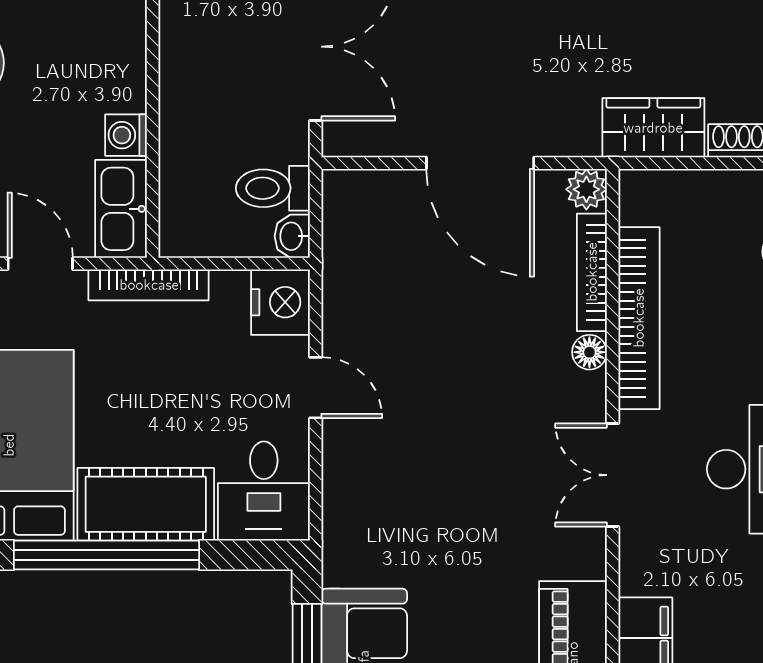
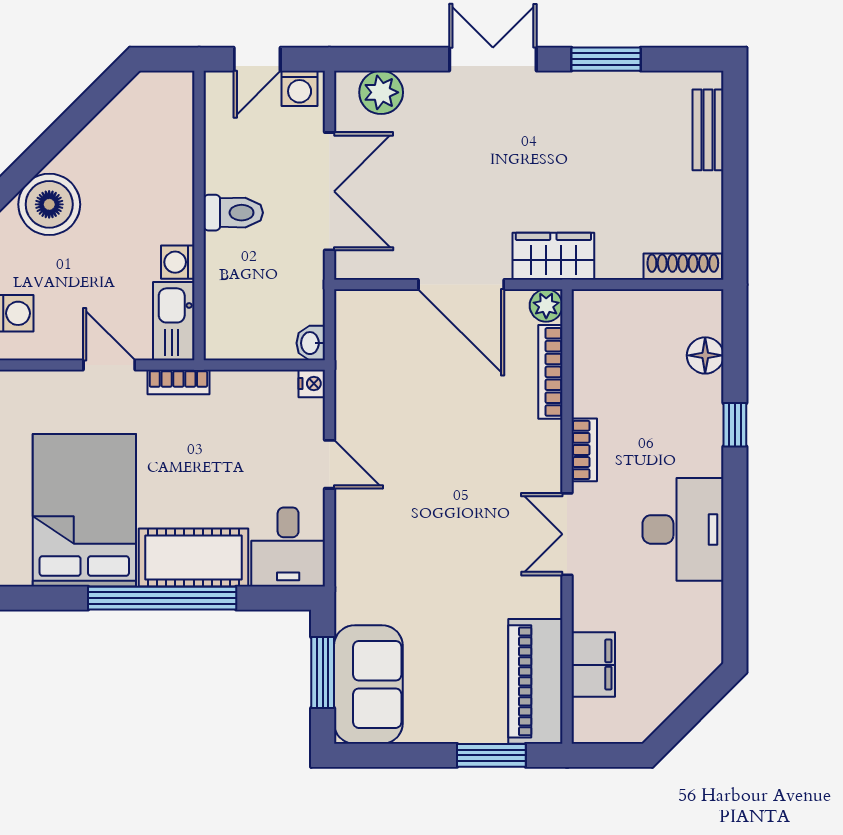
wardrobe: (653, 128) -> (553, 256), moved
toilet: (273, 188) -> (233, 213), moved, turned 180
bookcase: (149, 285) -> (178, 382), width x0.64
nightstand: (280, 302) -> (312, 383), width x0.53, depth x0.56
bookcase: (639, 318) -> (584, 450), width x0.43, depth x0.76
floor lamp: (589, 352) -> (549, 436), removed

